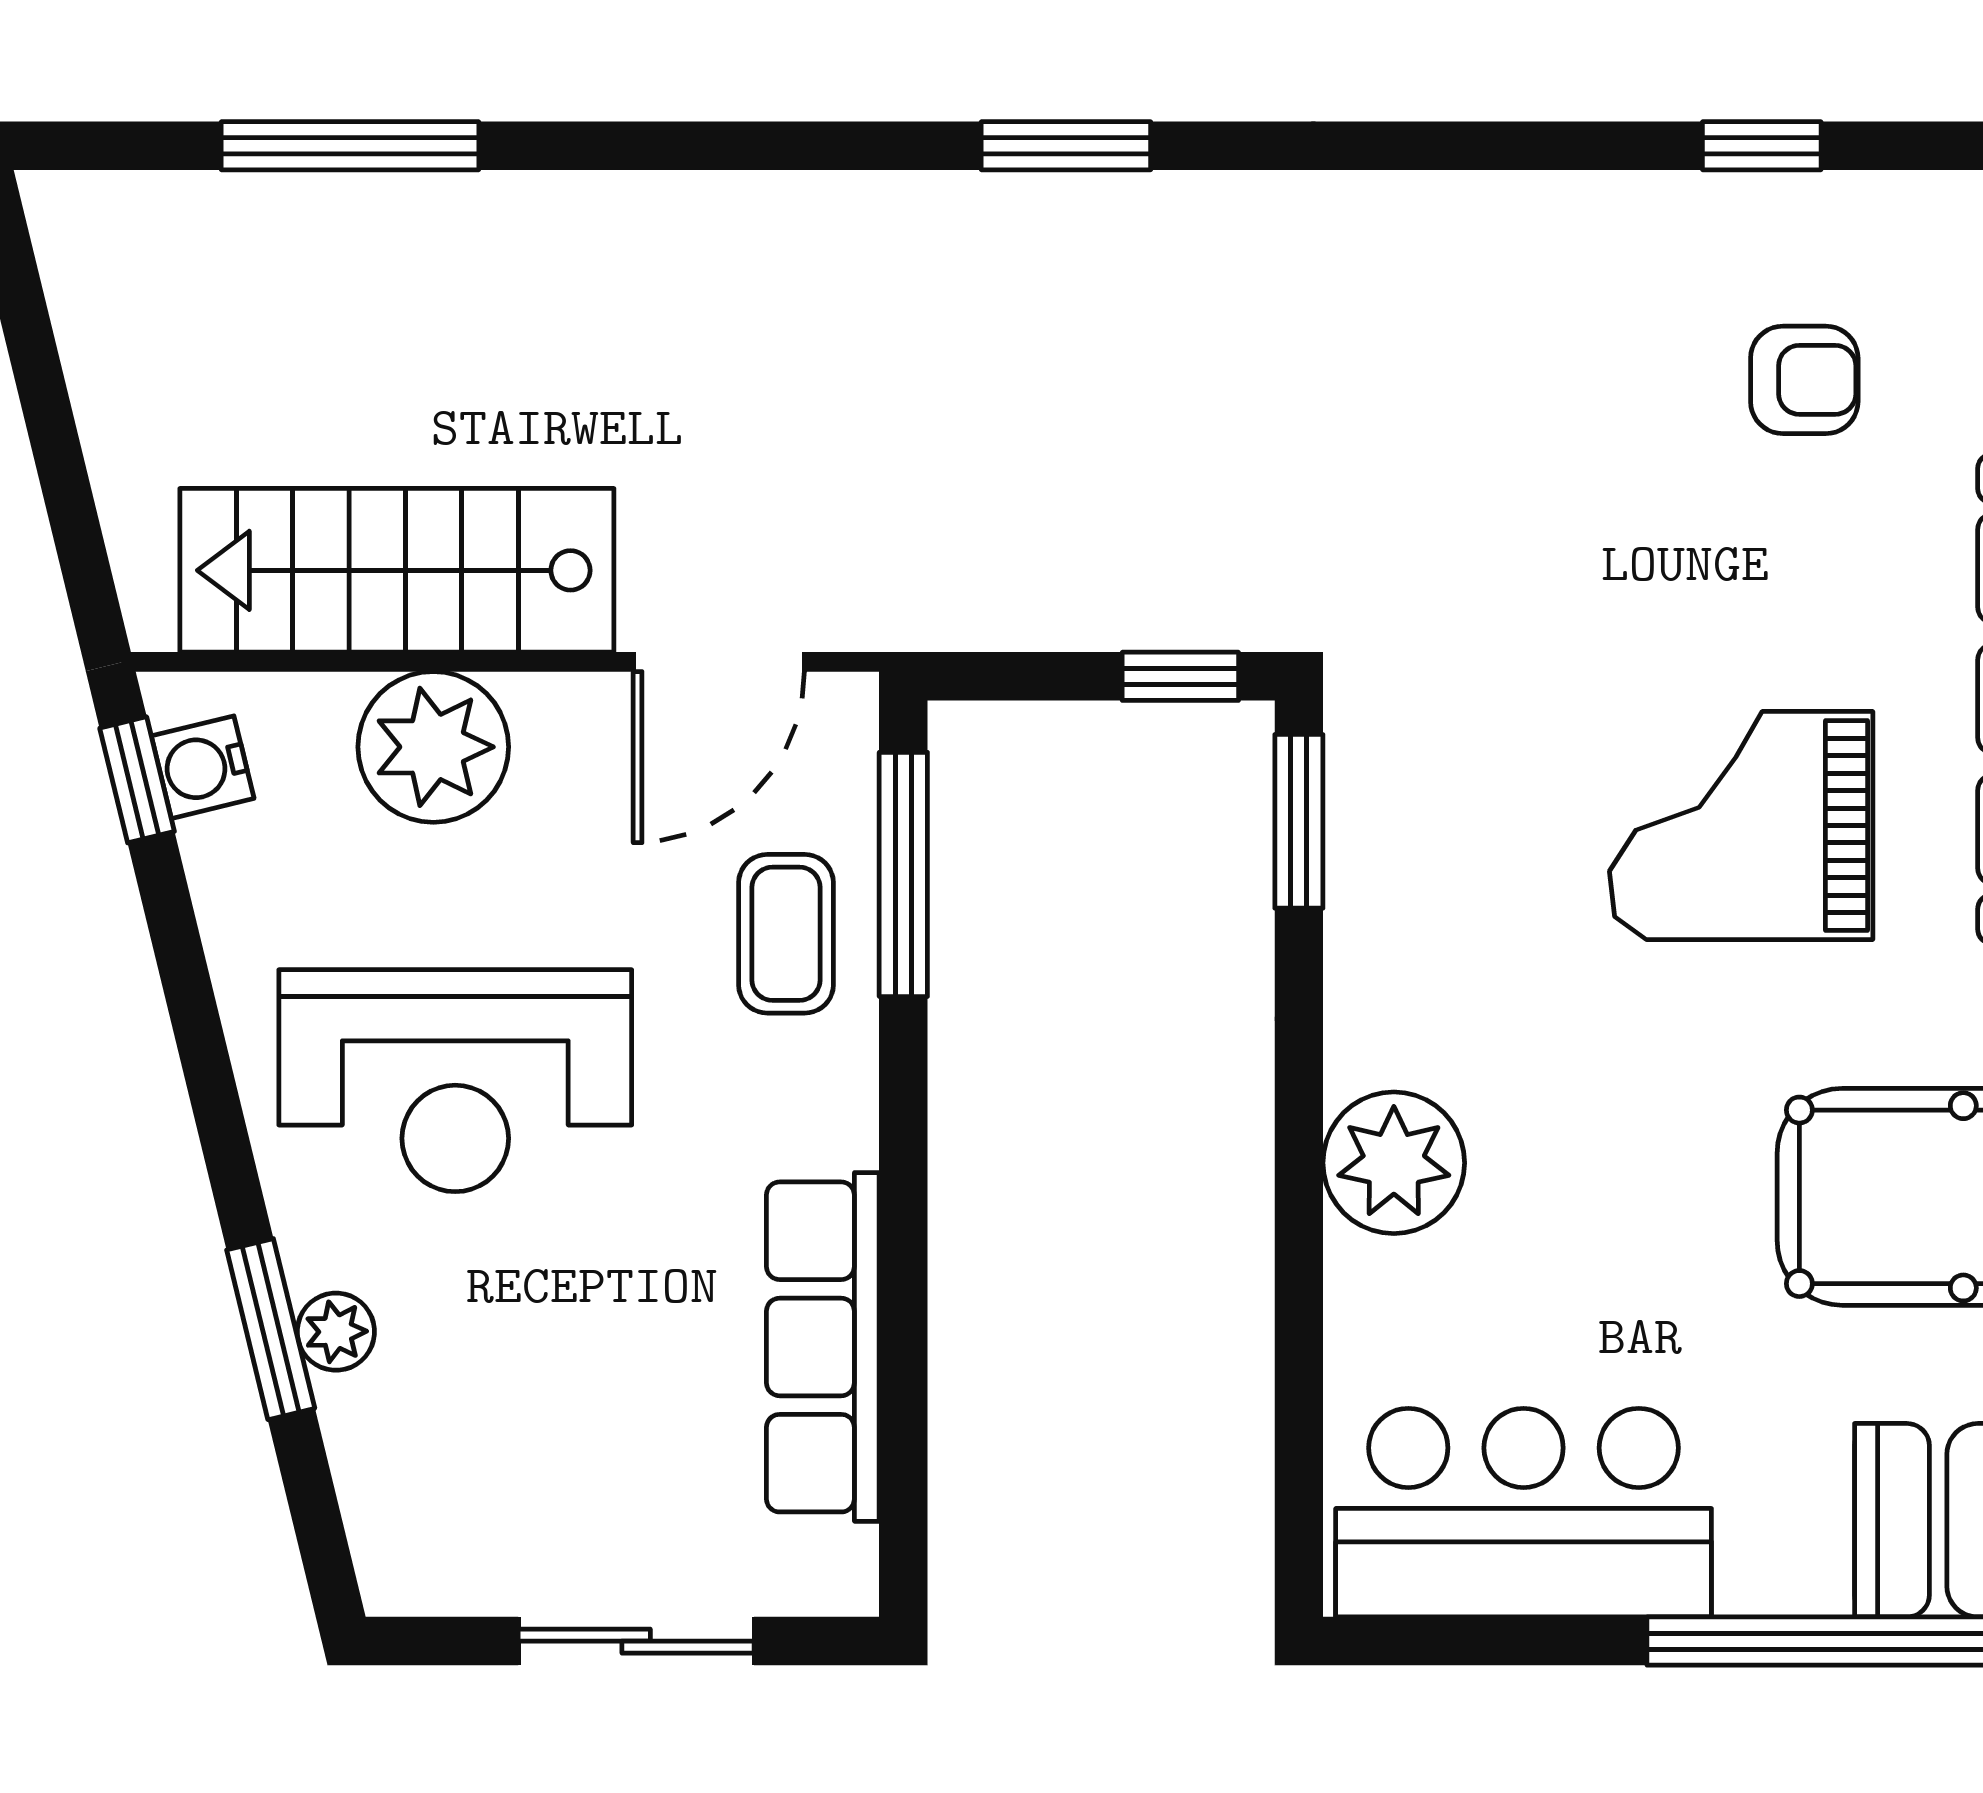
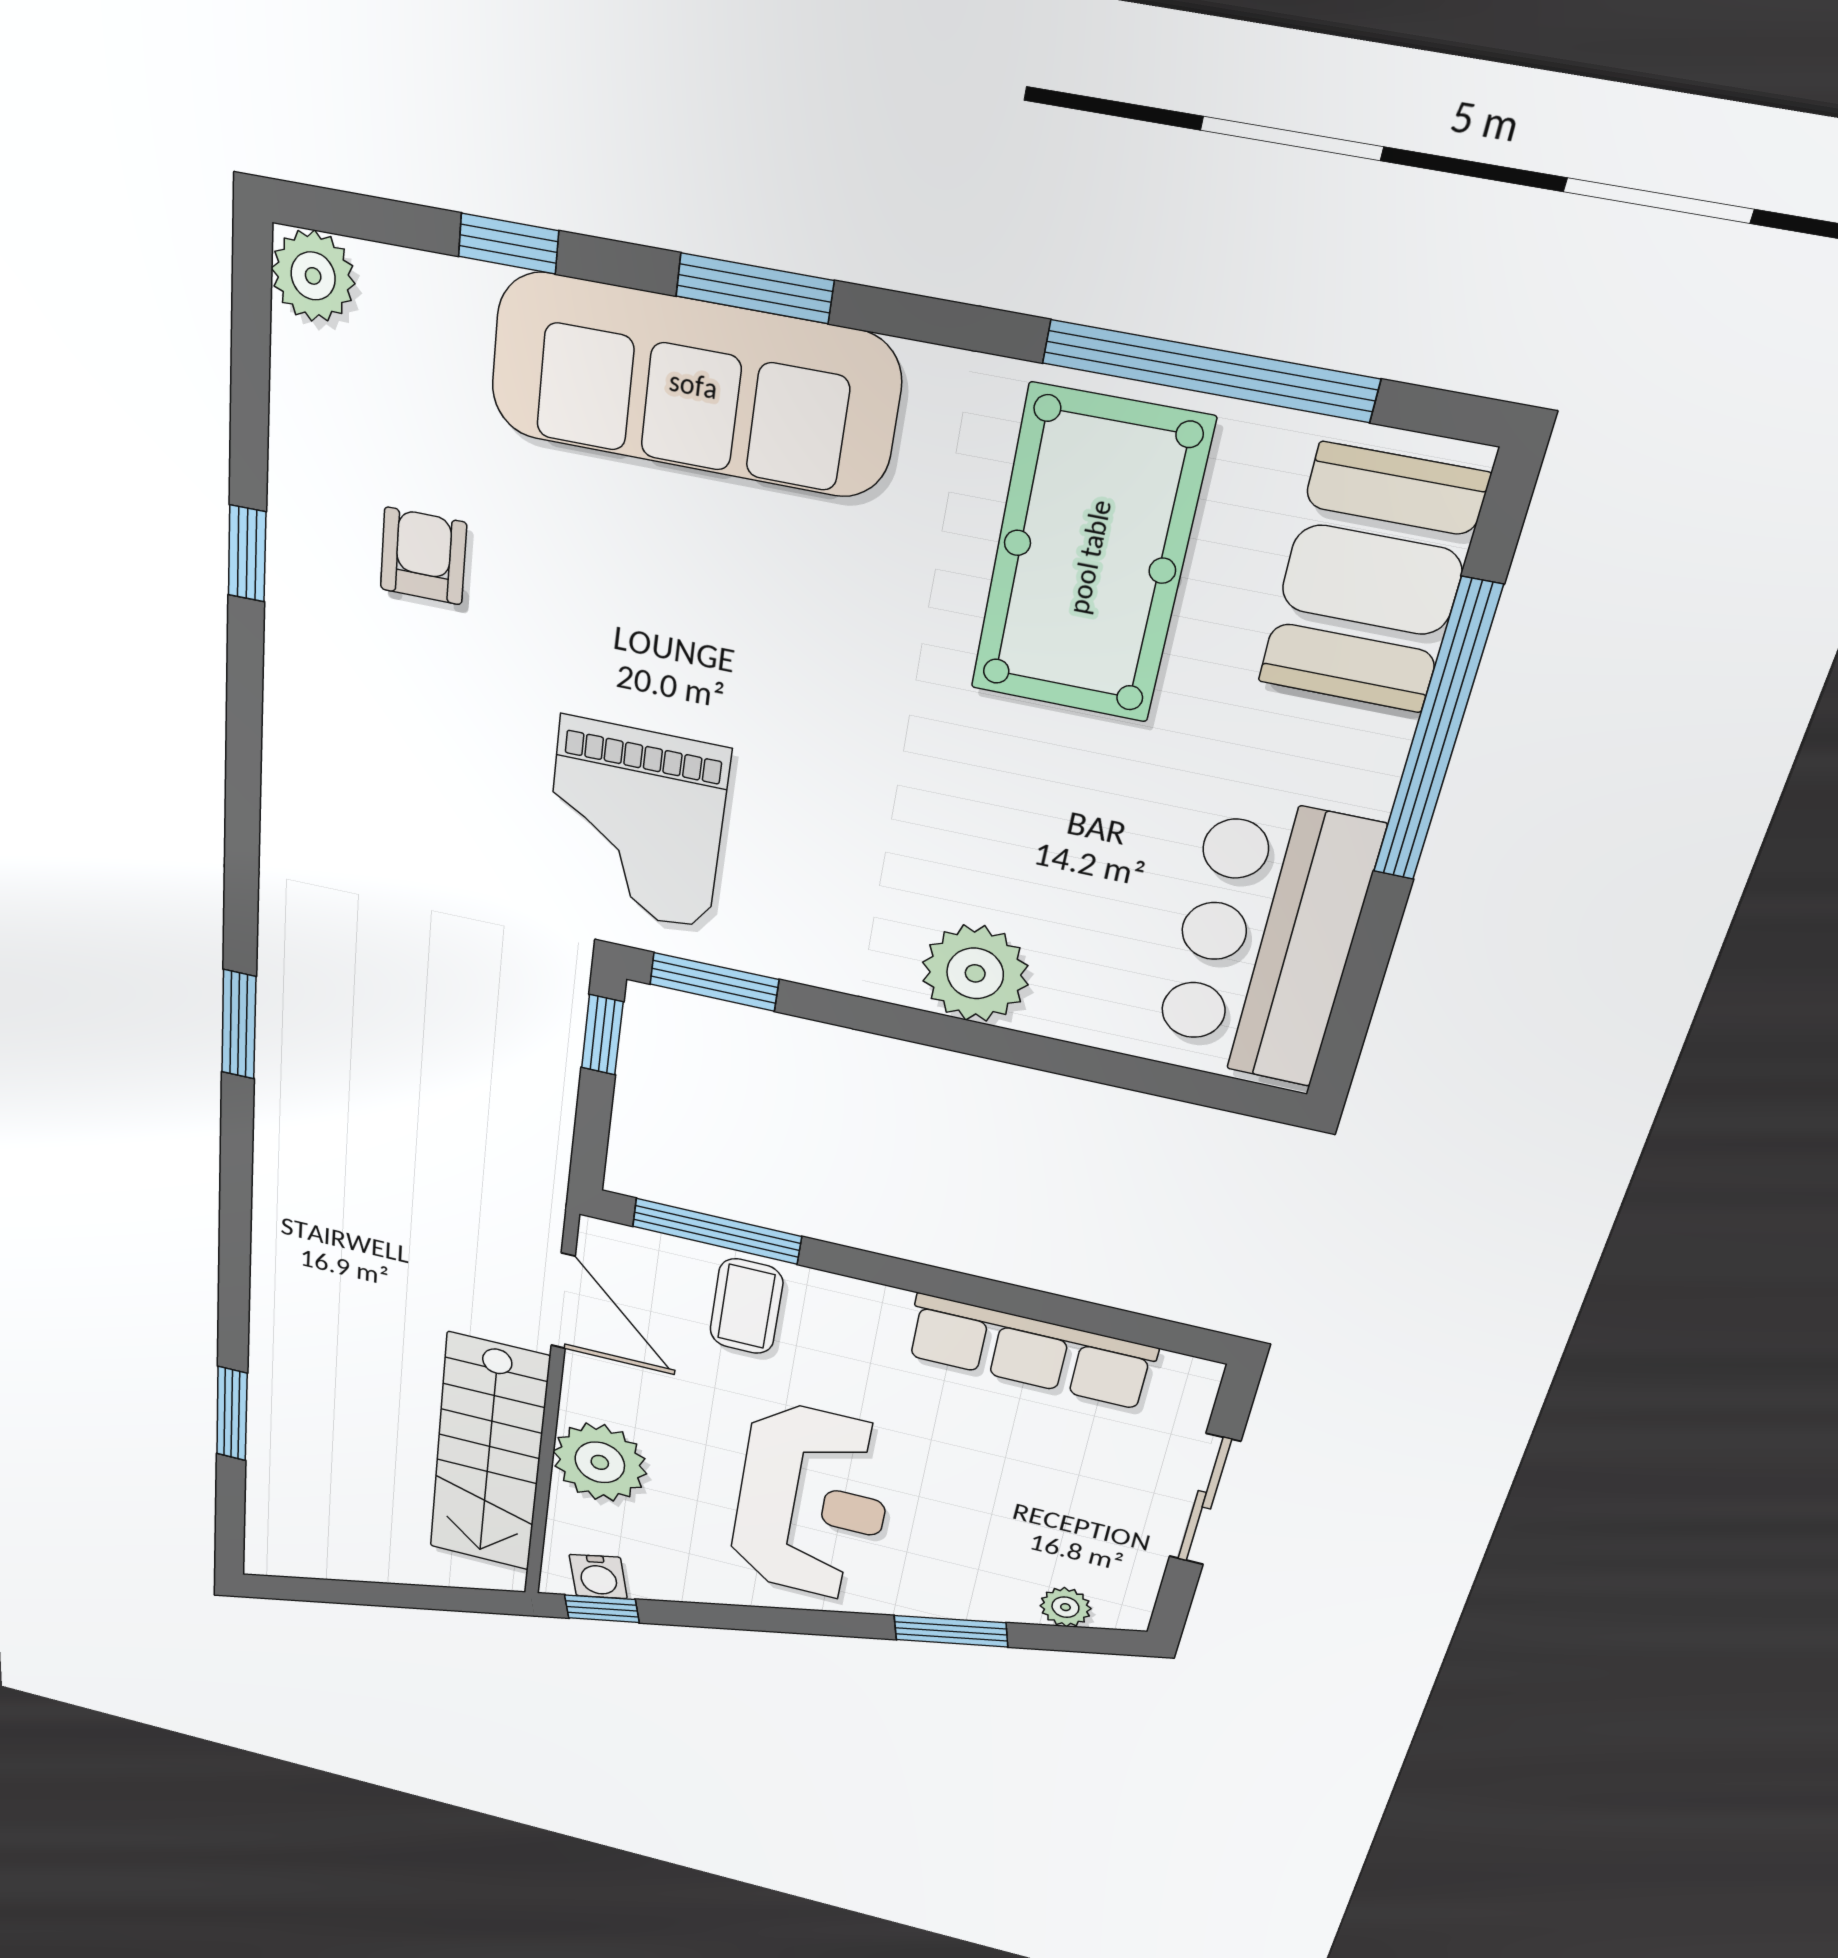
window: (350, 146) -> (232, 1414), width x0.69
grand piano: (1741, 826) -> (635, 824), moved
coffee table: (786, 934) -> (746, 1306), turned 90
plant: (336, 1332) -> (1065, 1607), moved

